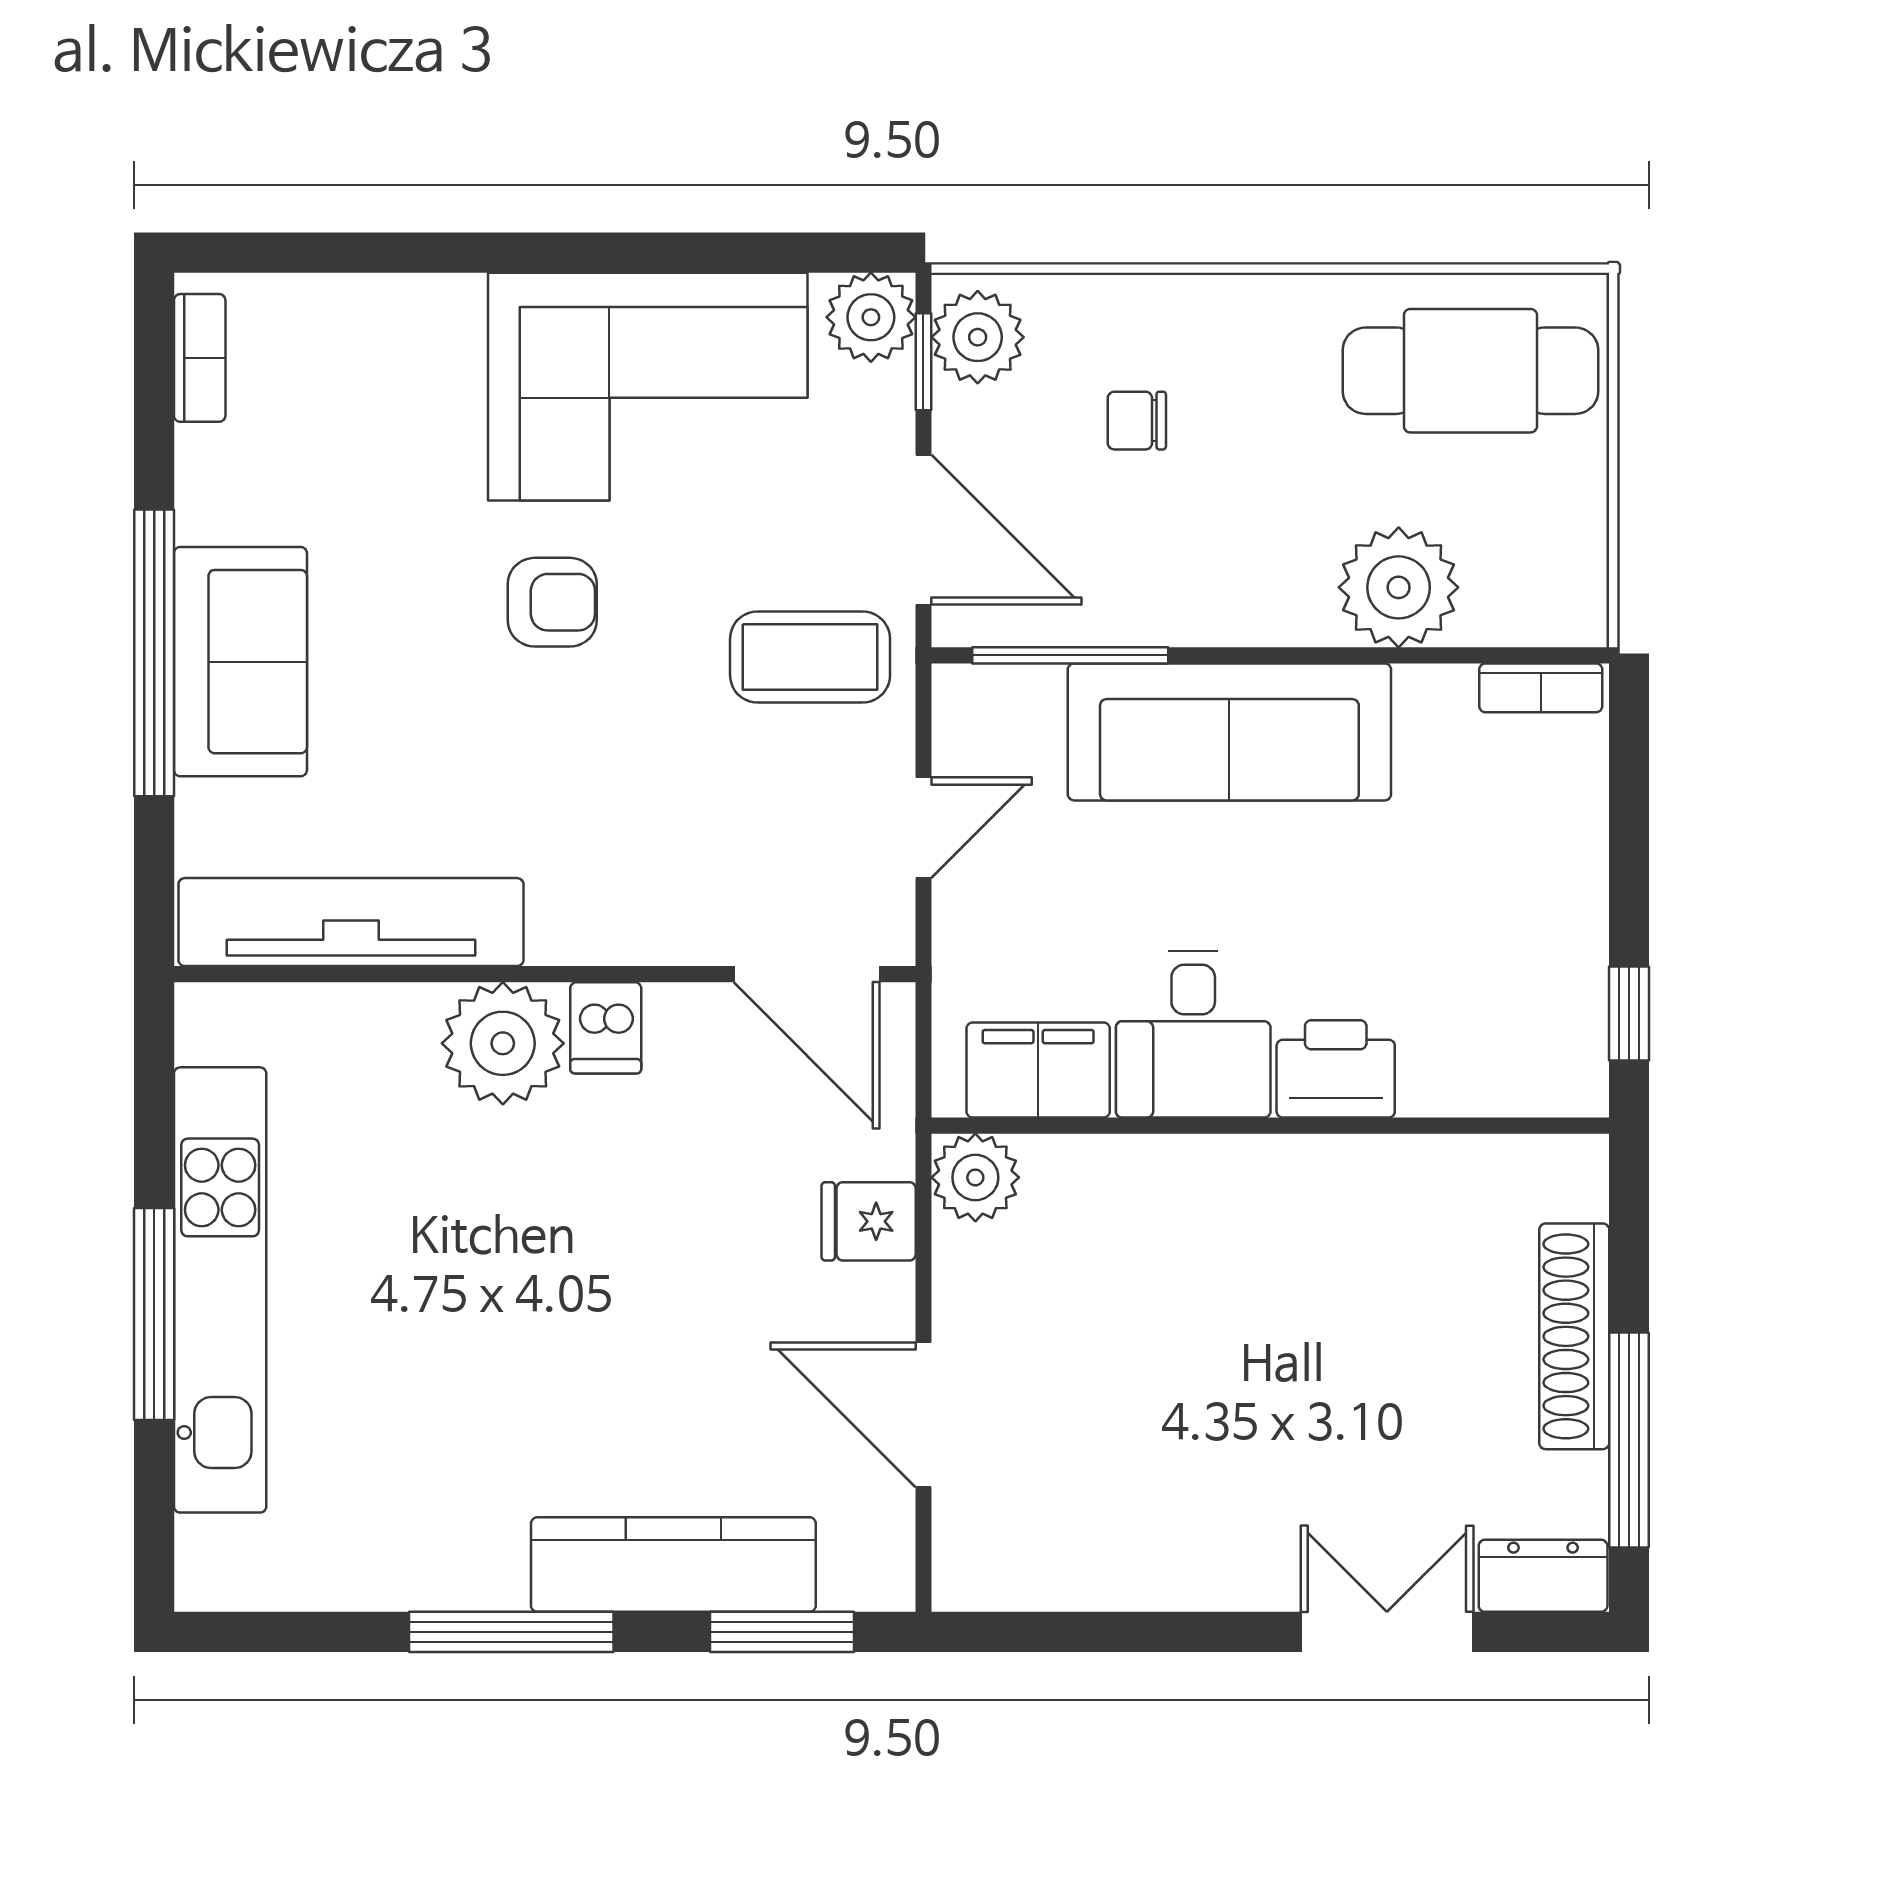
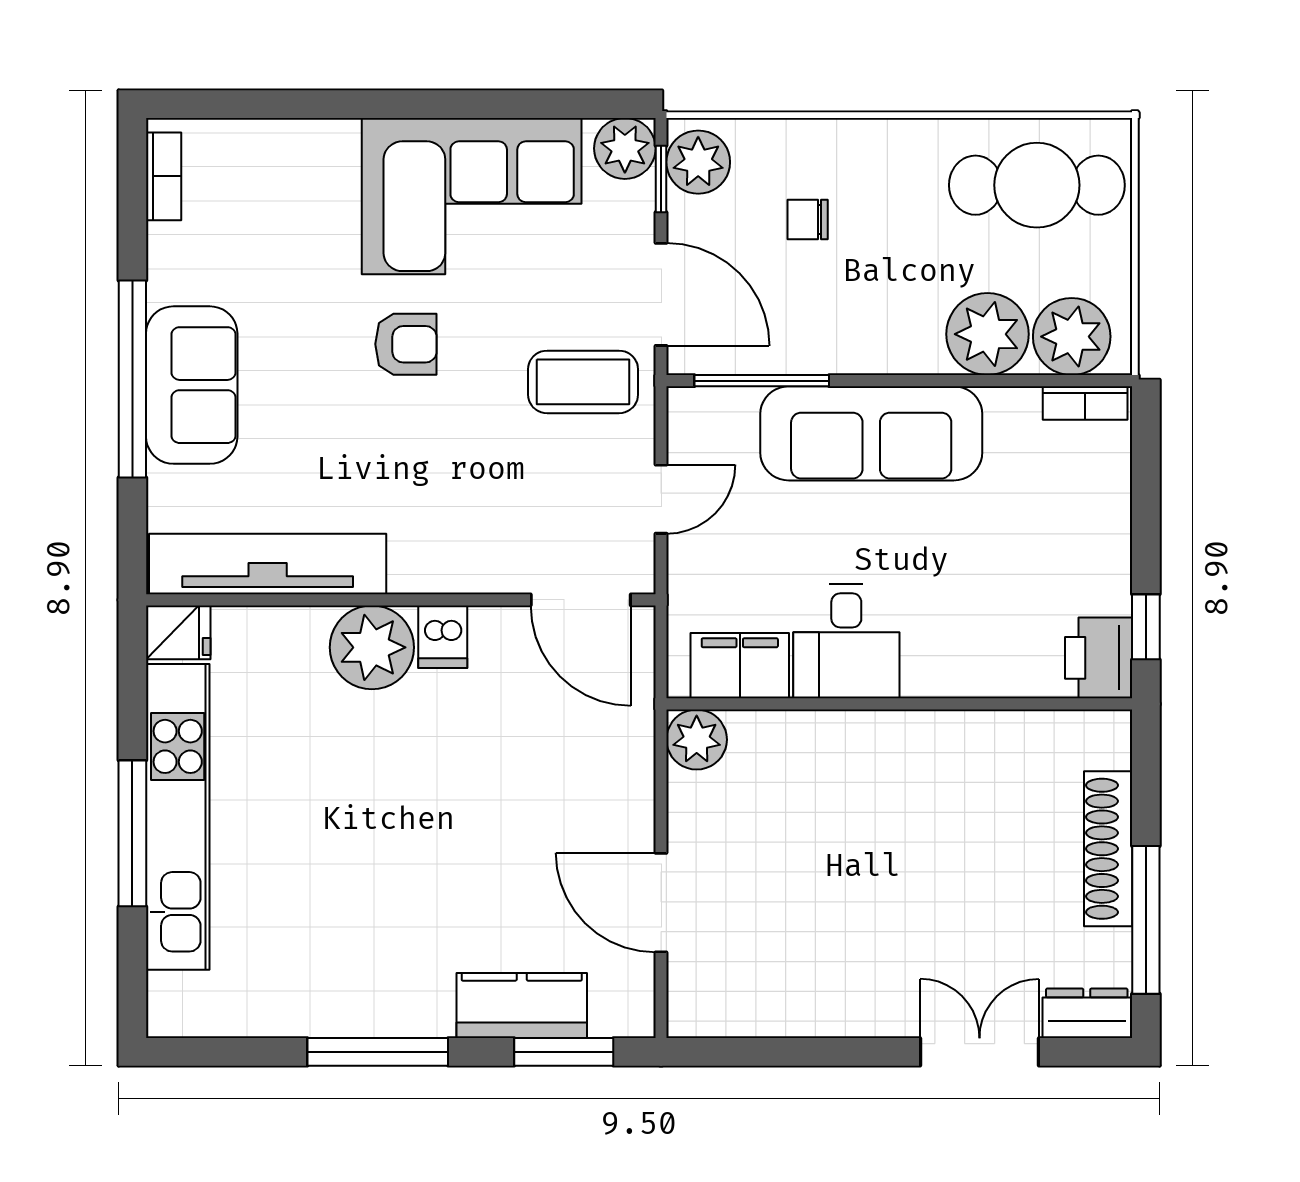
plant: (1521, 591) -> (1072, 337), added
printer: (1336, 1069) -> (1099, 658), moved, turned -90
fridge: (869, 1221) -> (178, 632), moved, turned 180
kitchen counter: (673, 1565) -> (522, 1006), width x0.67

